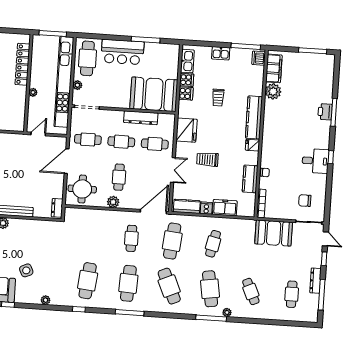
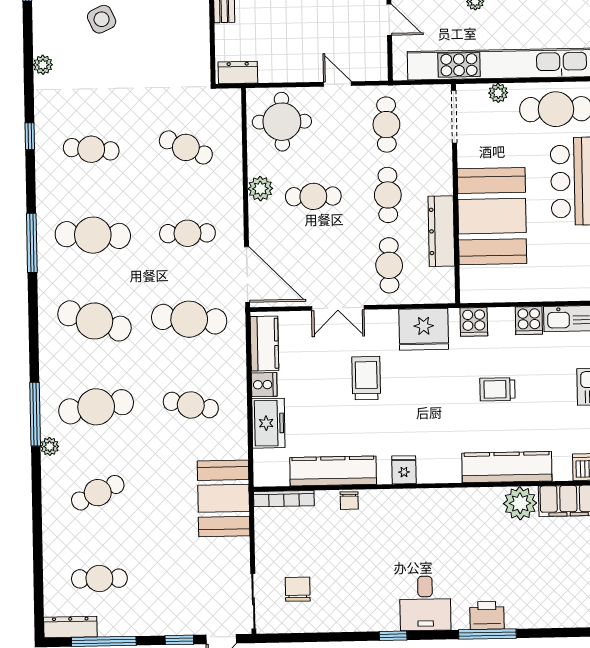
cooker: (186, 93) -> (474, 322), moved
booth: (154, 94) -> (492, 216), moved
kitchen counter: (254, 117) -> (507, 467), moved
door: (67, 161) -> (337, 84), width x0.53
desk: (315, 161) -> (425, 603), moved
kitchen counter: (250, 179) -> (333, 471), width x1.50
booth: (274, 233) -> (224, 498), moved
cafe table: (91, 236) -> (186, 147), added
cafe table: (88, 281) -> (91, 149), width x0.73, depth x0.74
dresser: (315, 281) -> (70, 627), moved
cafe table: (169, 286) -> (94, 321), turned 42

